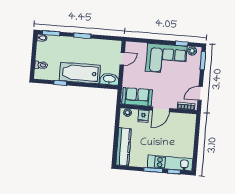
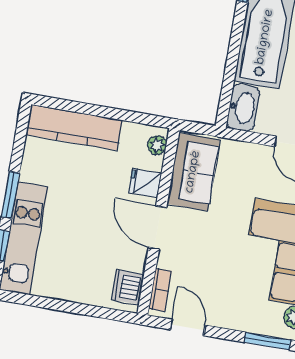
dishwasher: (186, 119) -> (128, 287), added

